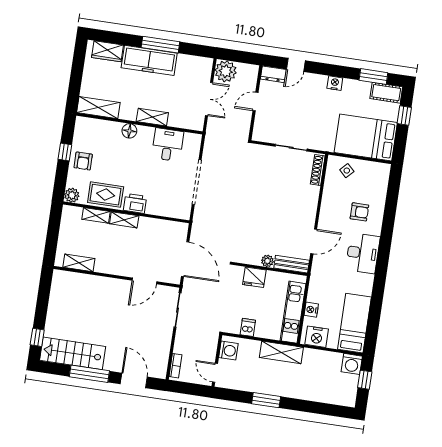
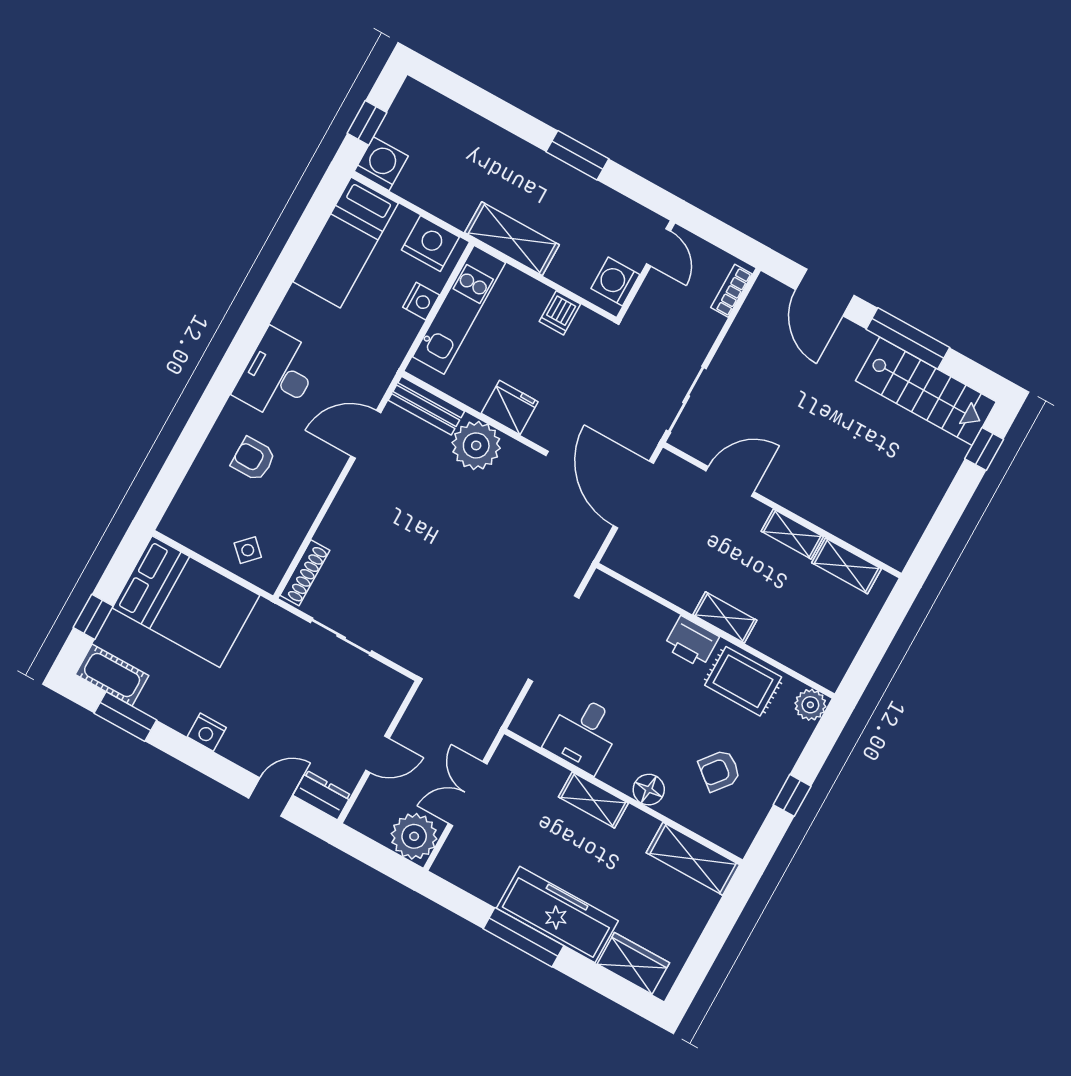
armchair: (83, 161) -> (720, 771), moved, turned -141
shelving: (96, 215) -> (792, 534), moved
plant: (267, 261) -> (476, 445), width x1.88, depth x1.88

